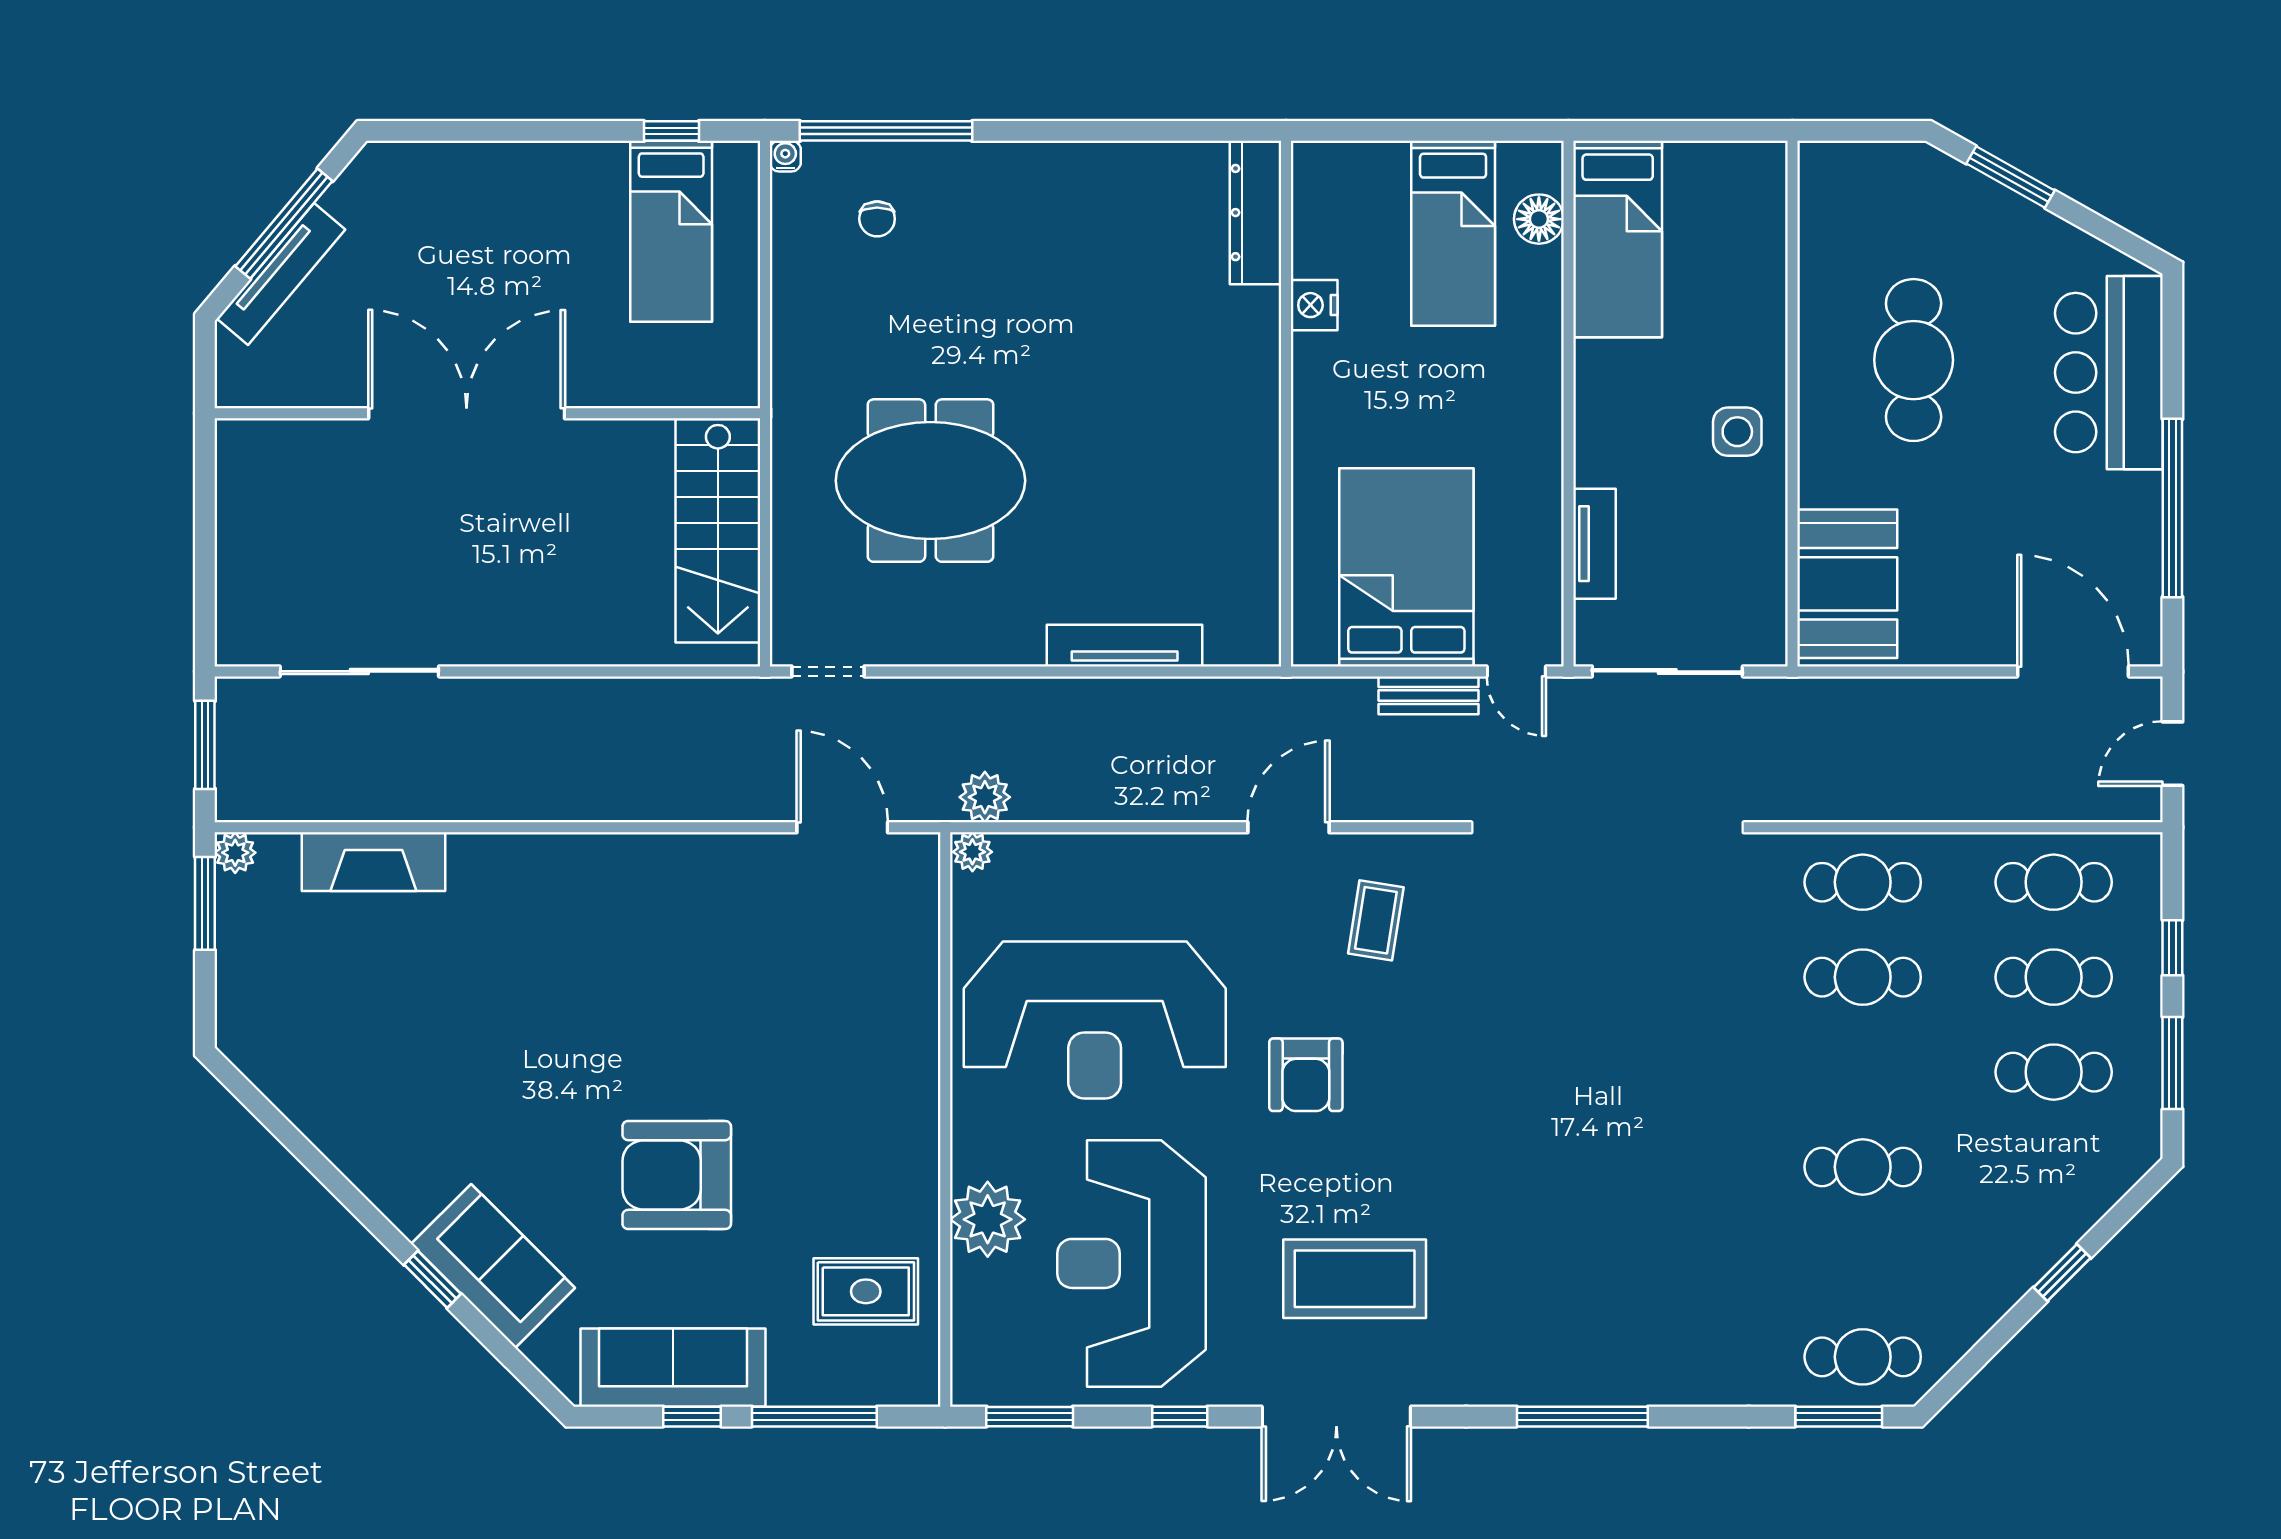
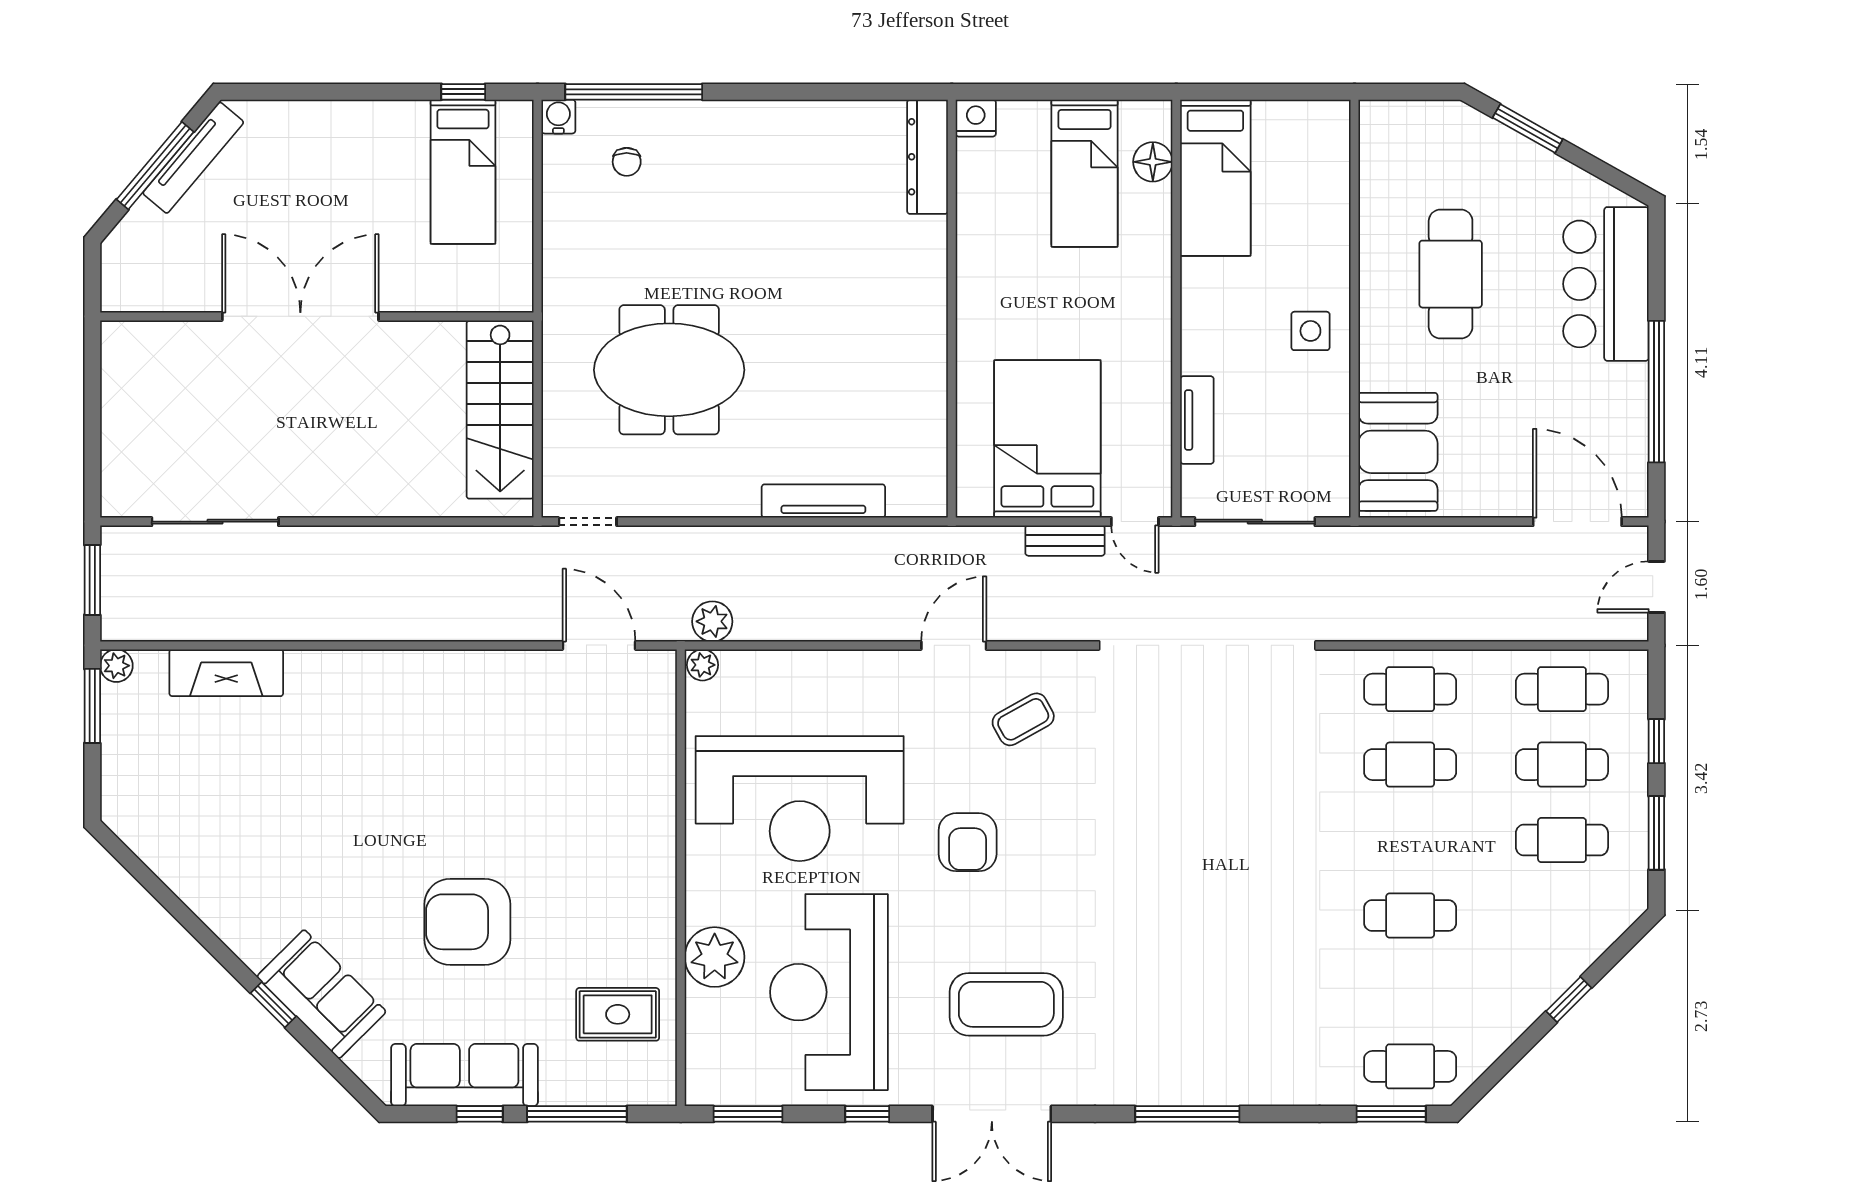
water cooler: (785, 156) -> (558, 117), width x1.38, depth x1.38
tv unit: (281, 274) -> (193, 158), moved
nightstand: (1314, 305) -> (976, 118), moved, turned 90
coffee table: (1376, 920) -> (1023, 719), turned 52

